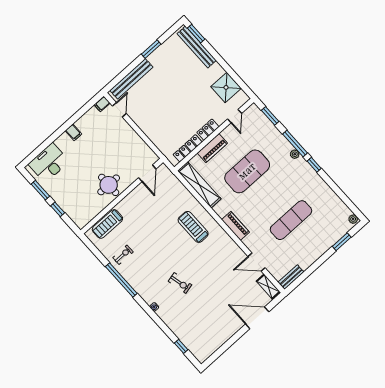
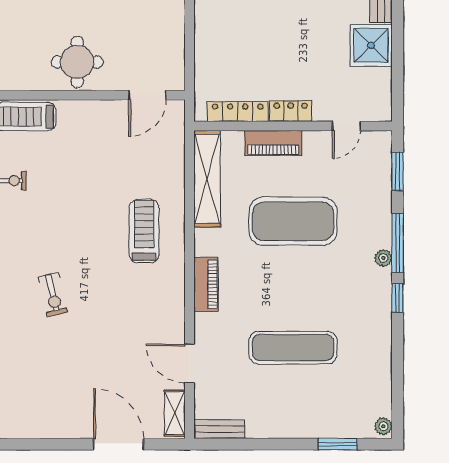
shower: (226, 87) -> (371, 45), moved

